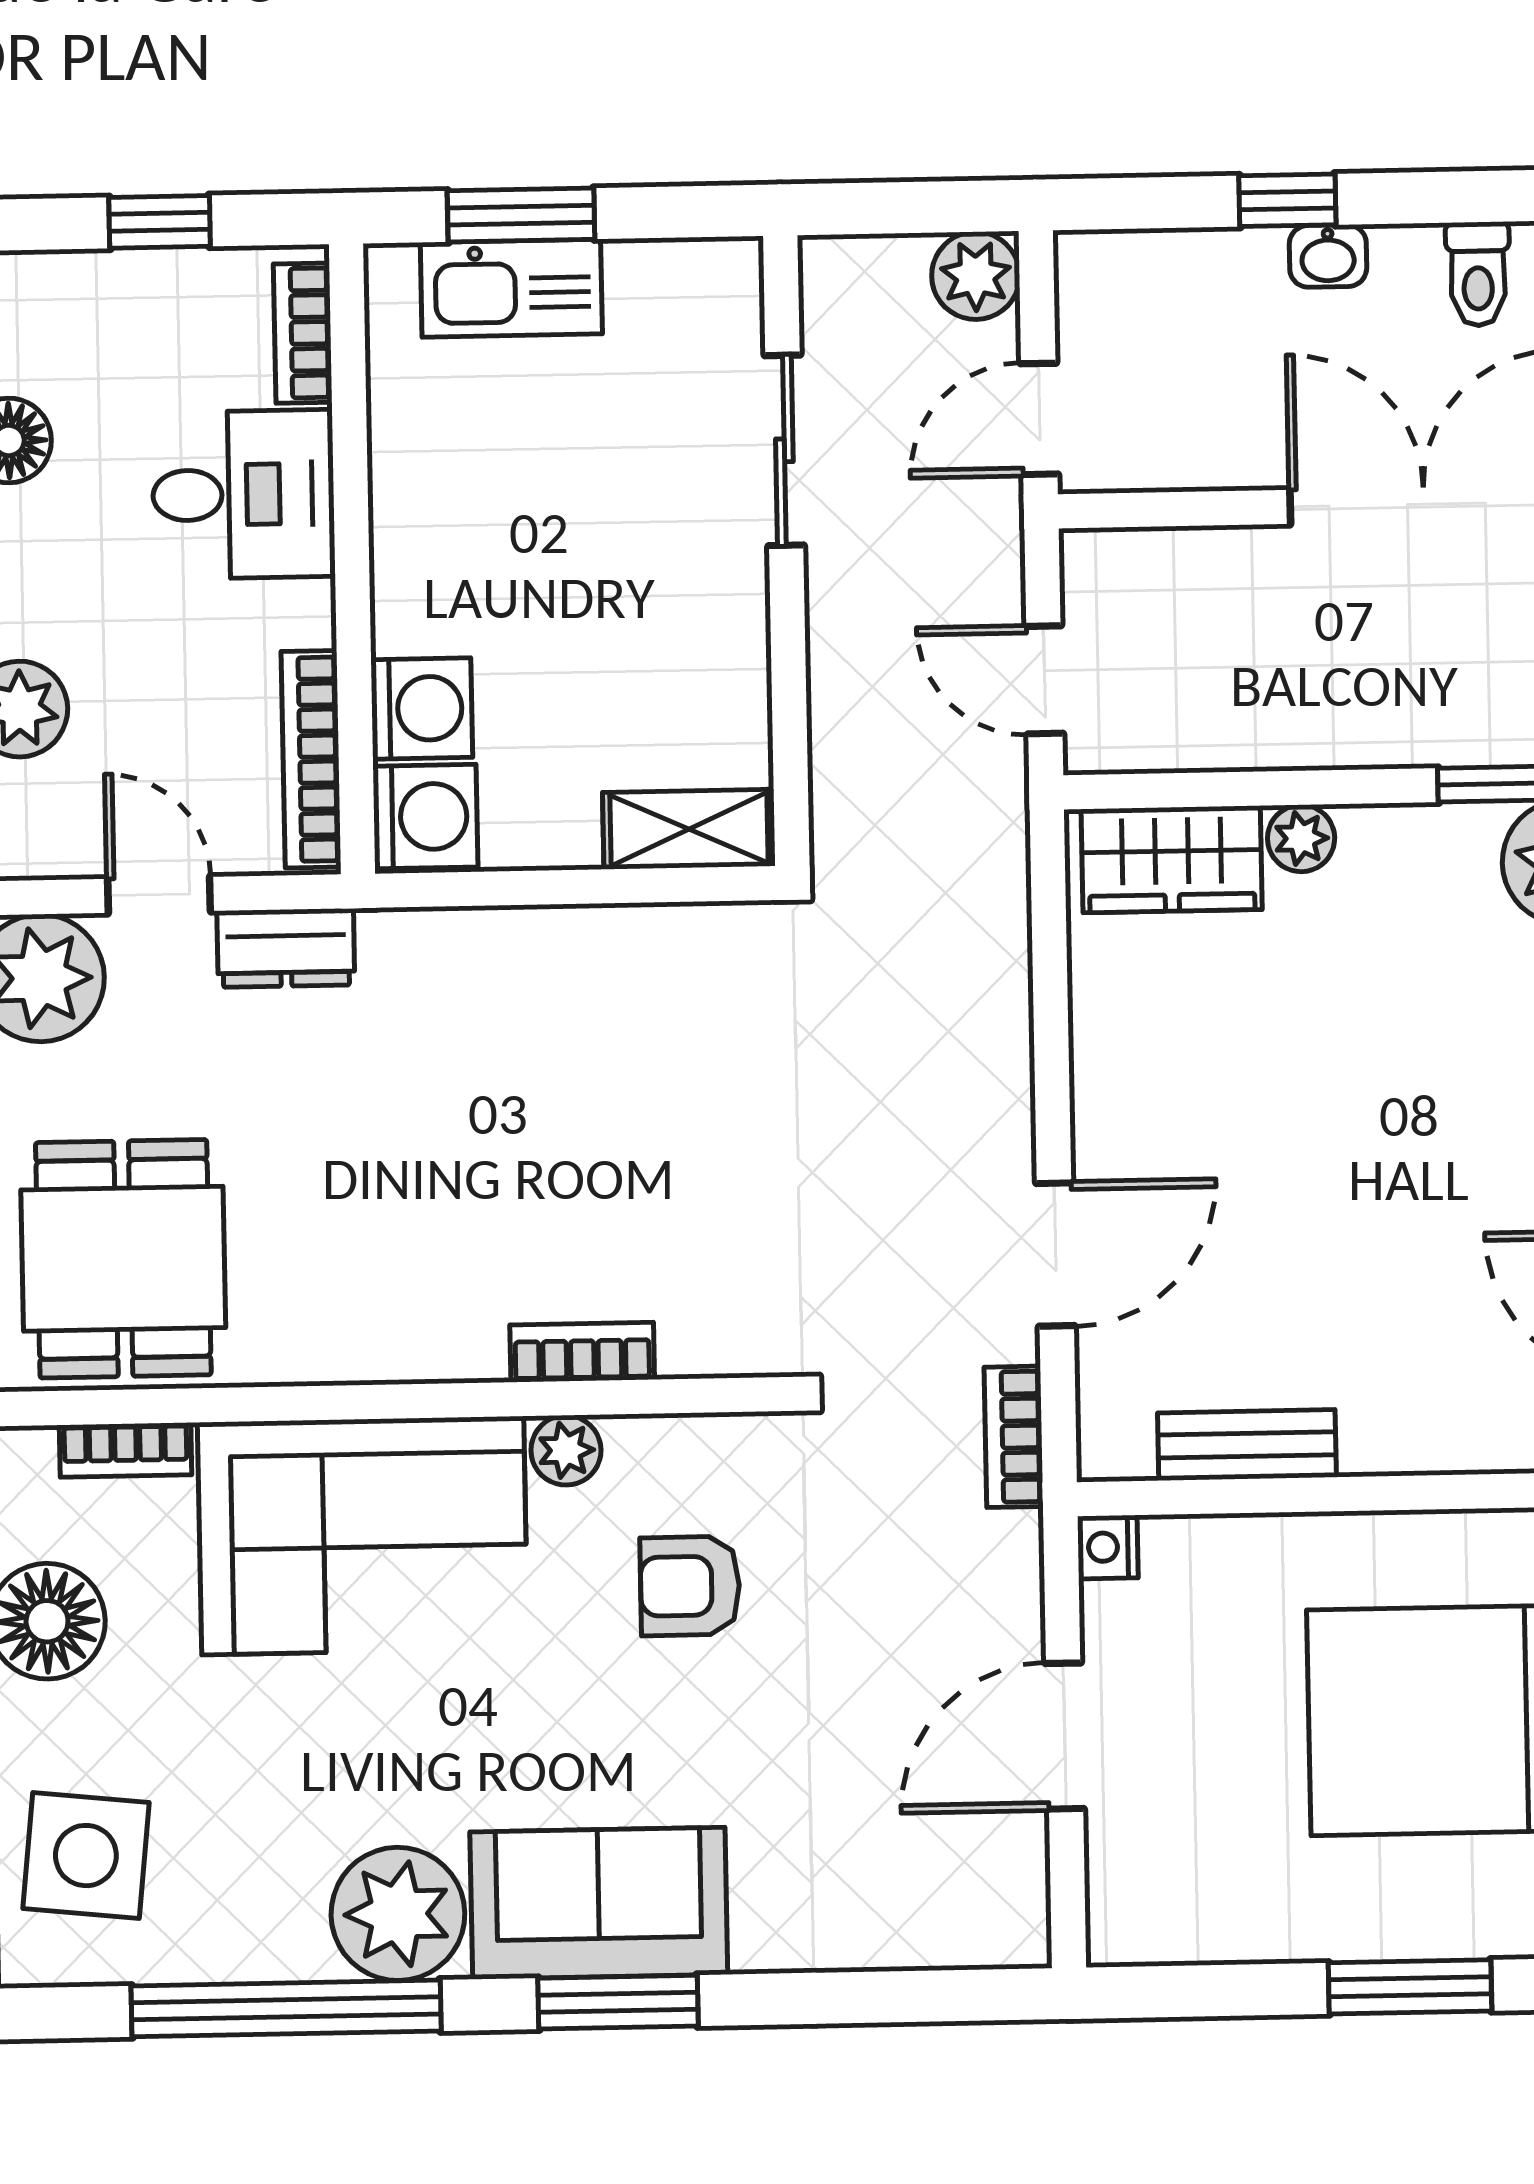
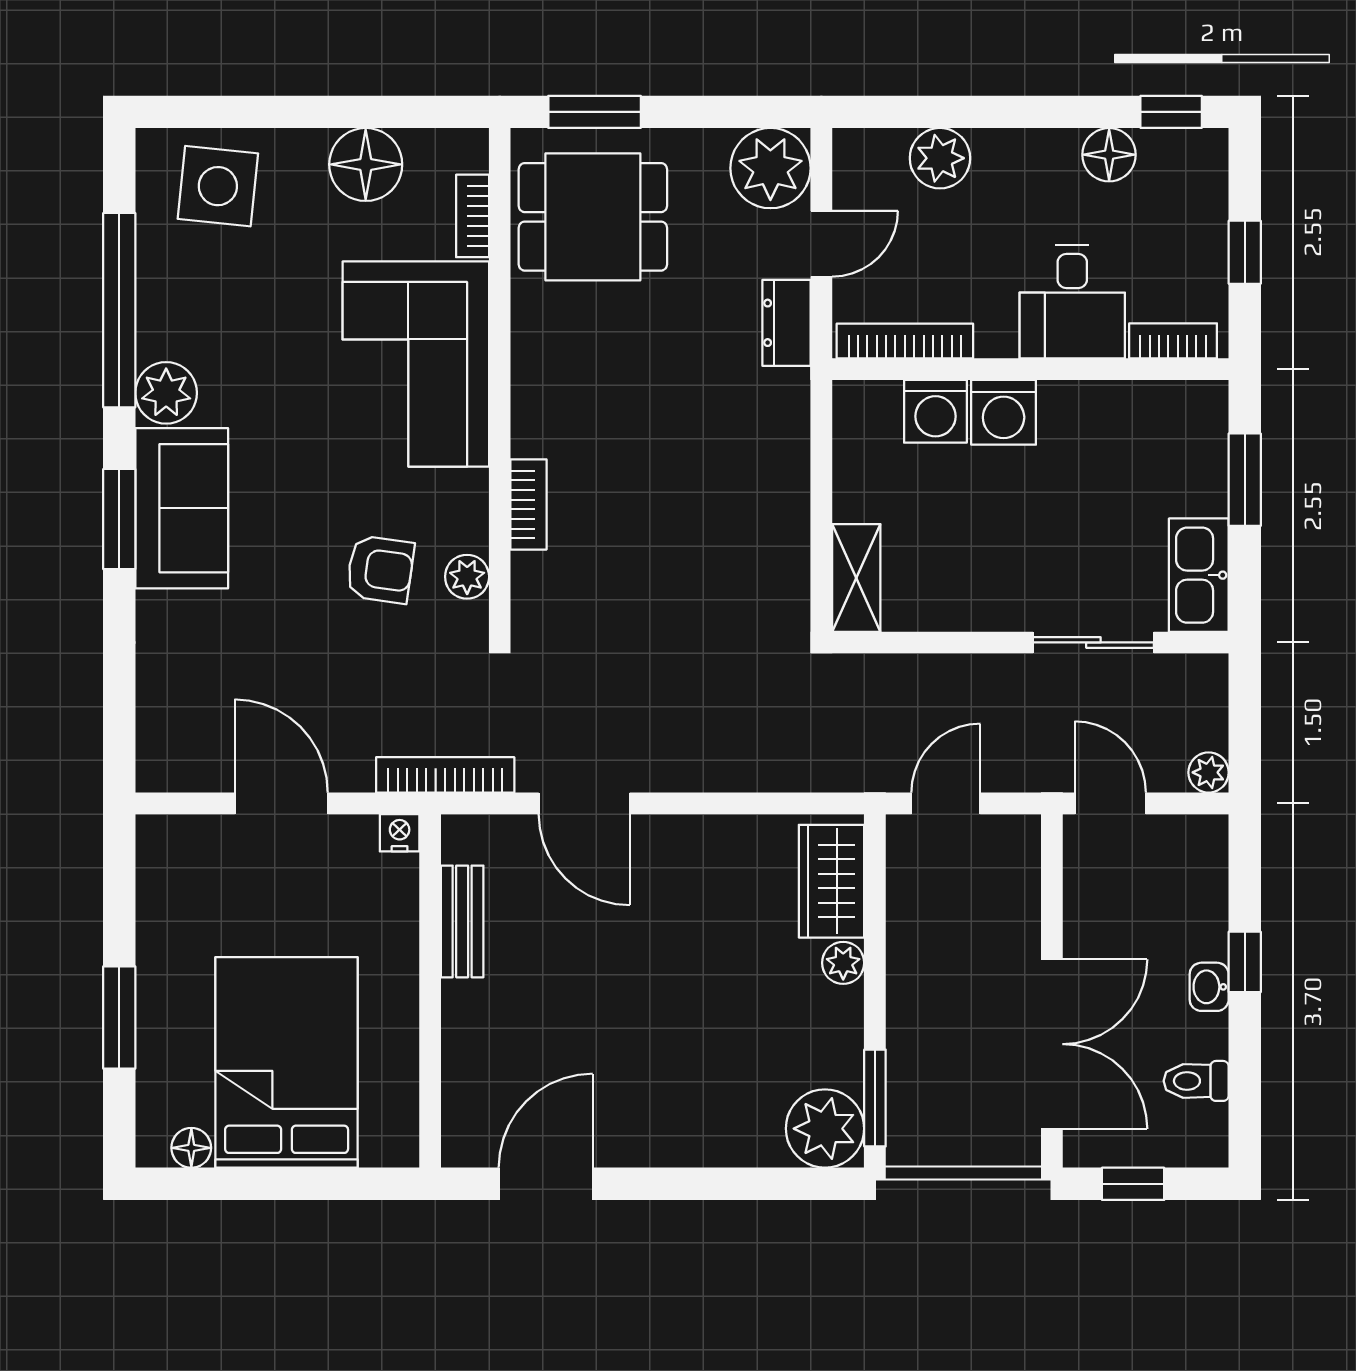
plant: (976, 276) -> (1209, 772), width x0.73, depth x0.73
kitchen sink: (511, 288) -> (1199, 575), moved
washing machine: (425, 817) -> (1004, 412), moved
bookcase: (1014, 1437) -> (445, 775), width x1.56
plant: (566, 1450) -> (467, 577), moved
armchair: (690, 1586) -> (380, 569), turned 98
plant: (398, 1914) -> (166, 393), width x0.73, depth x0.73

